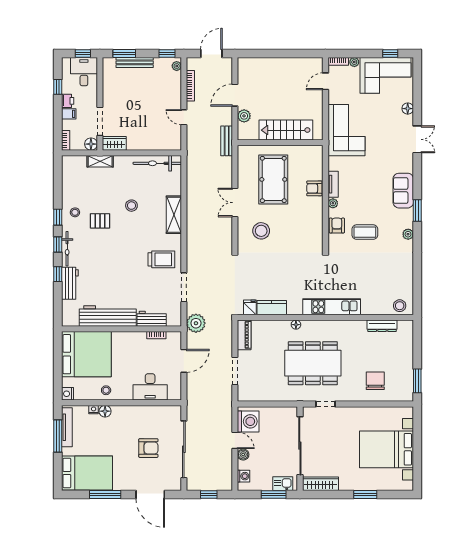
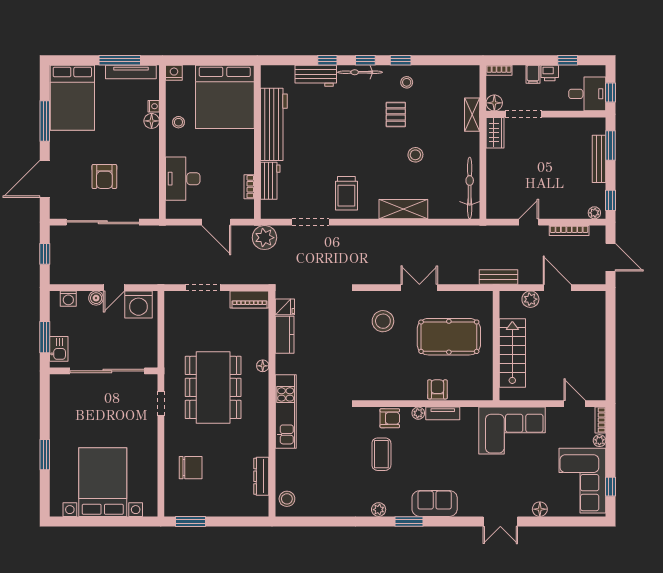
wardrobe: (320, 484) -> (58, 397), removed

